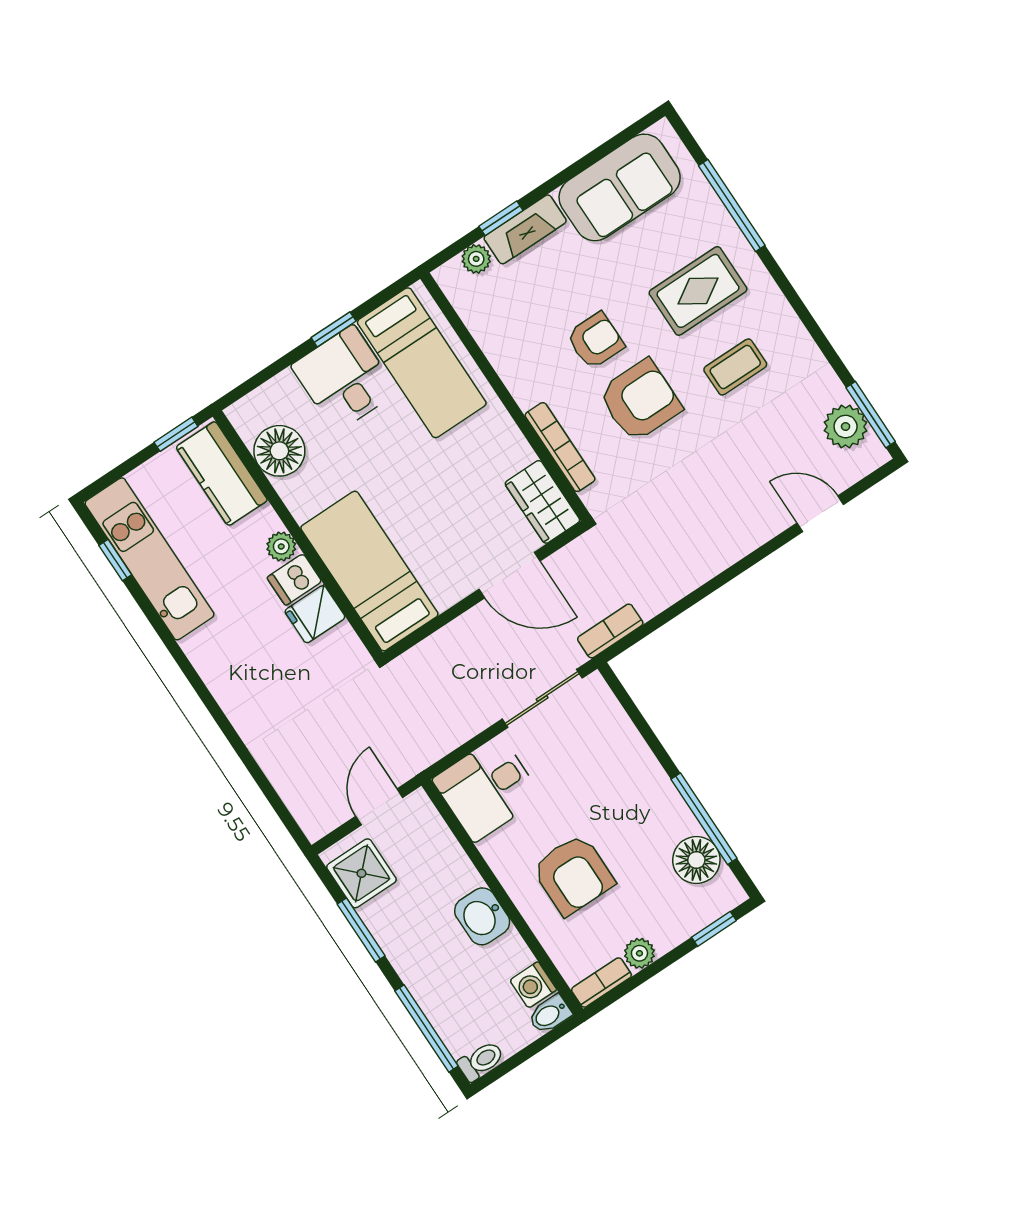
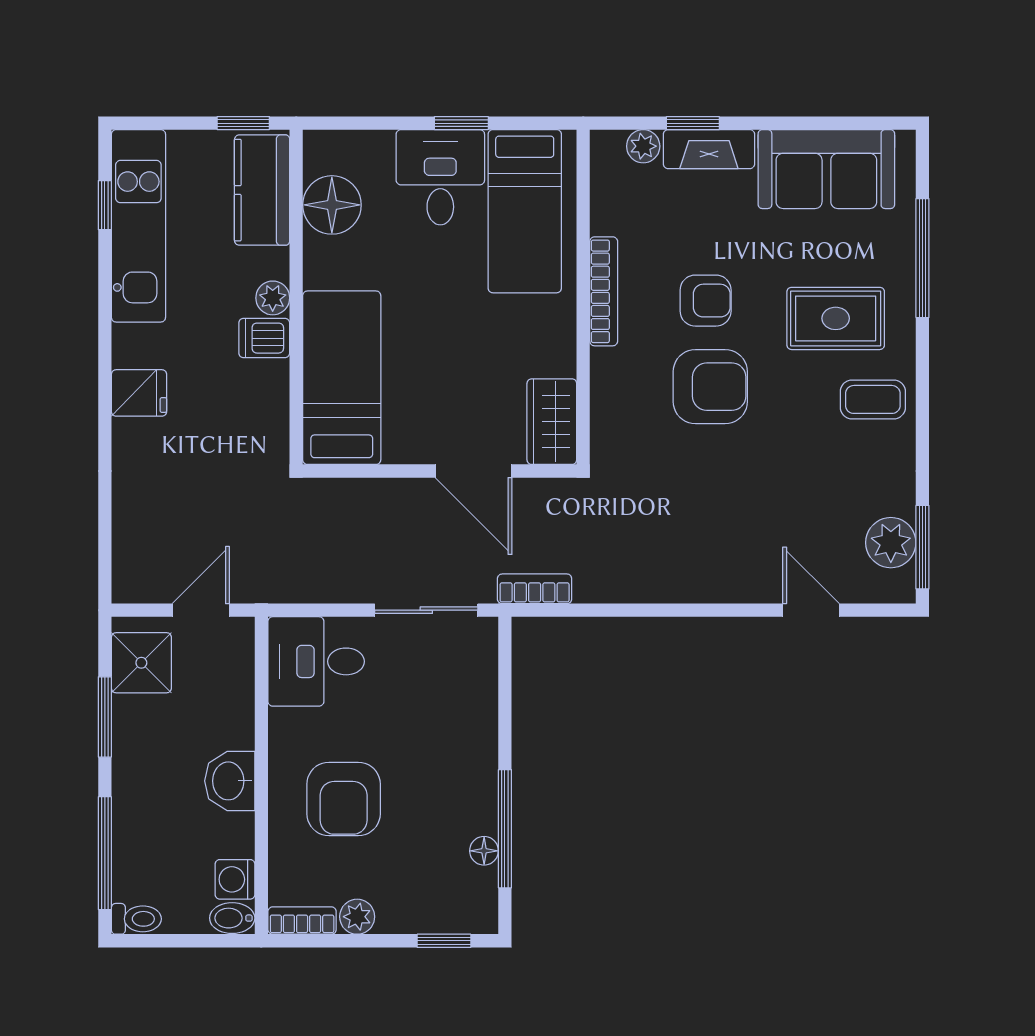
coffee table: (735, 367) -> (873, 399), moved
bookcase: (560, 447) -> (604, 291), moved
fridge: (315, 614) -> (139, 393), moved, turned 180
floor lamp: (696, 860) -> (484, 851), width x0.53, depth x0.53

